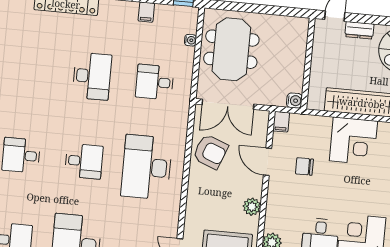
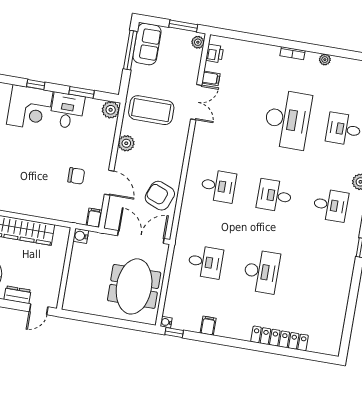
water cooler: (190, 40) -> (166, 322), moved
desk: (92, 76) -> (261, 272), turned 180
corner desk: (353, 141) -> (30, 196), removed
desk: (147, 167) -> (218, 186), width x0.53, depth x0.77

